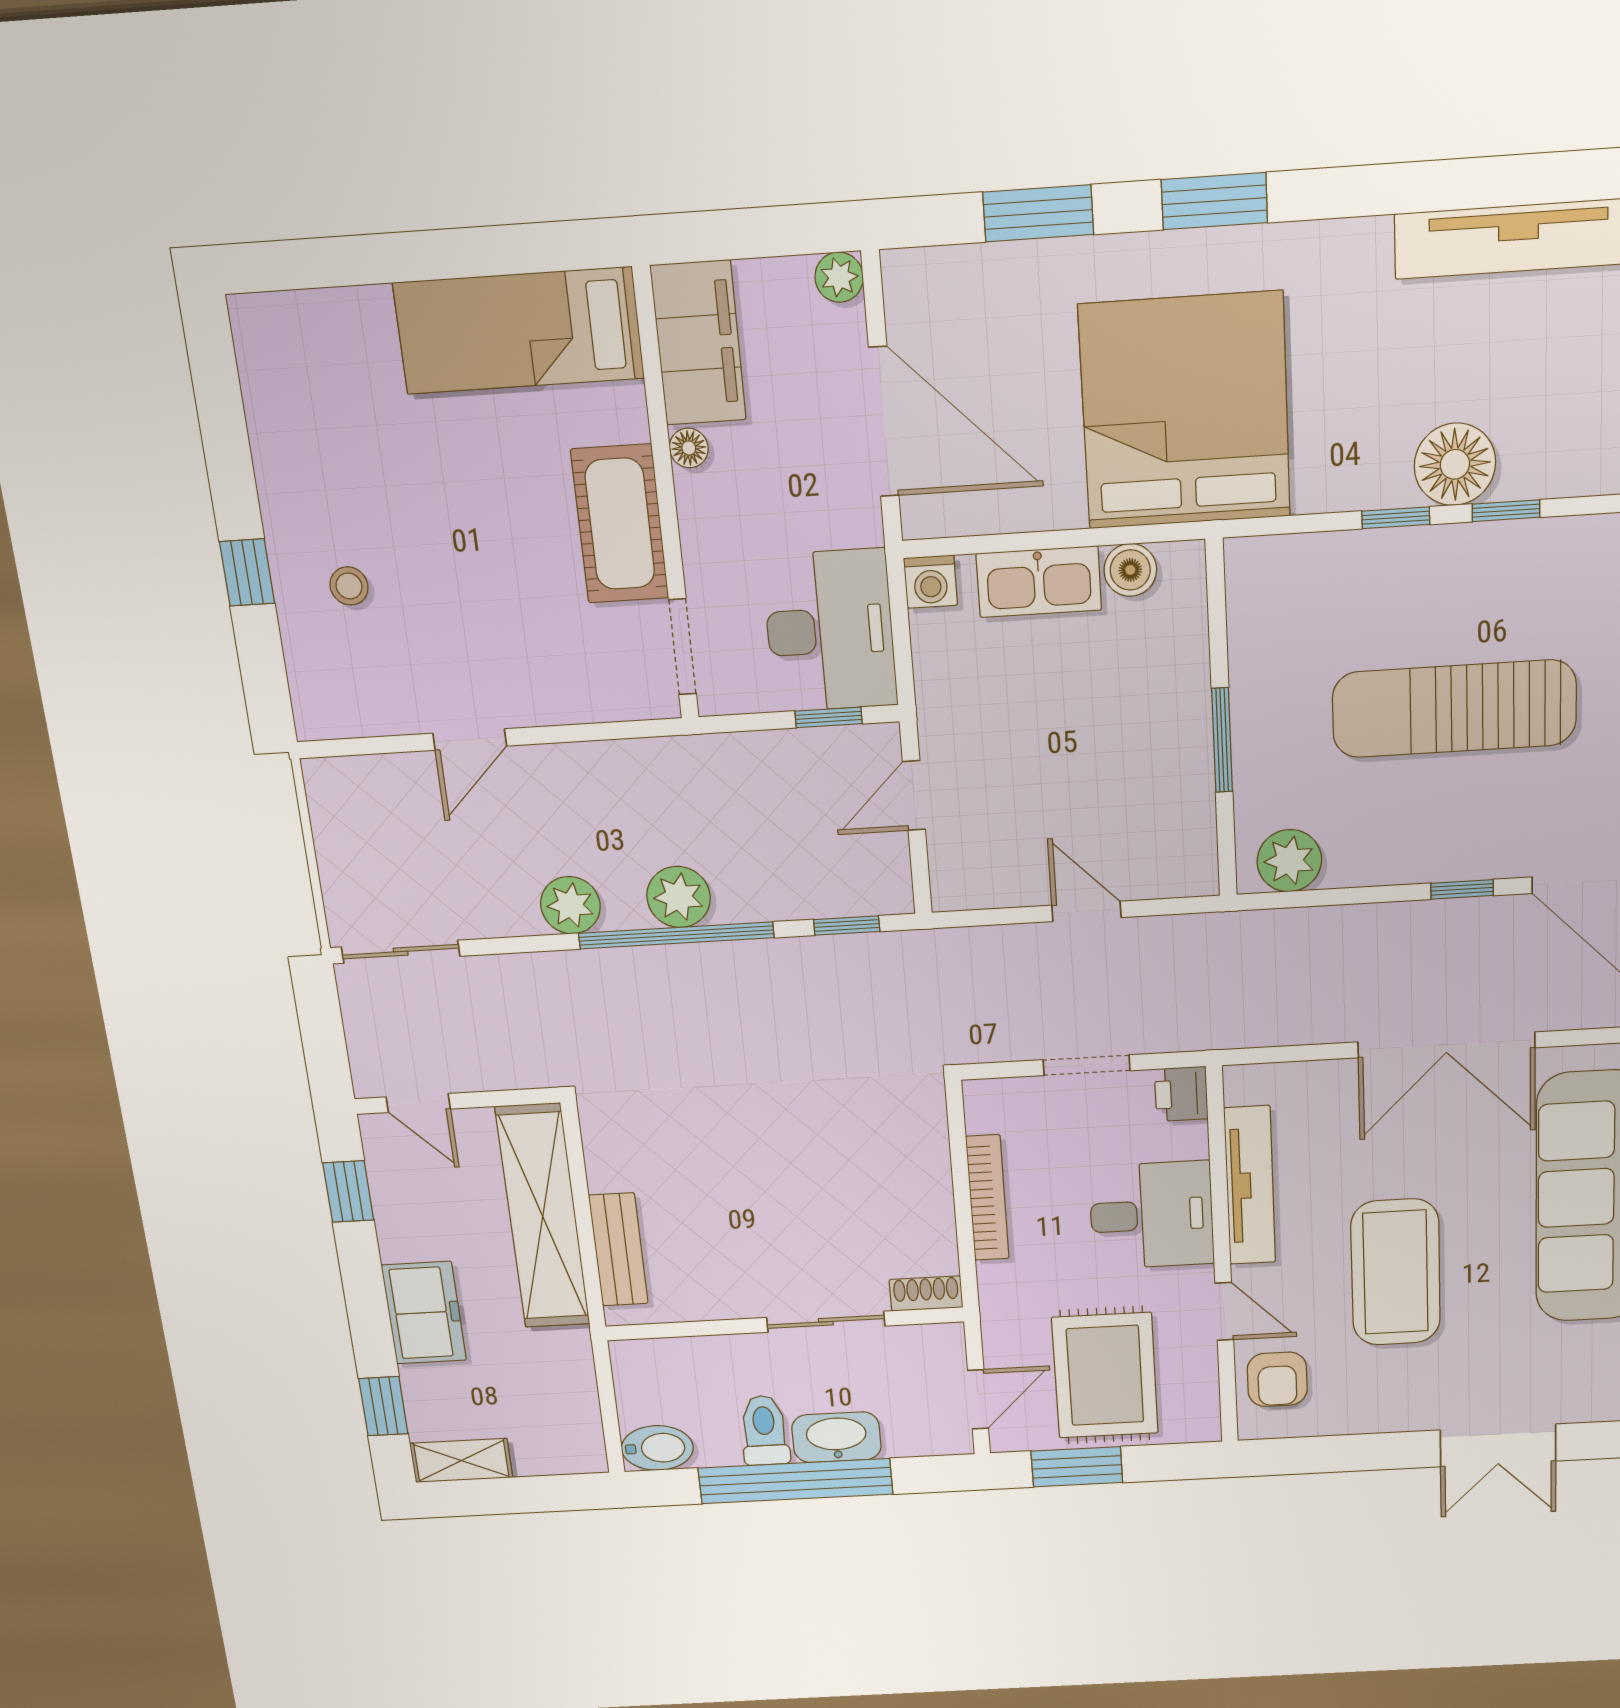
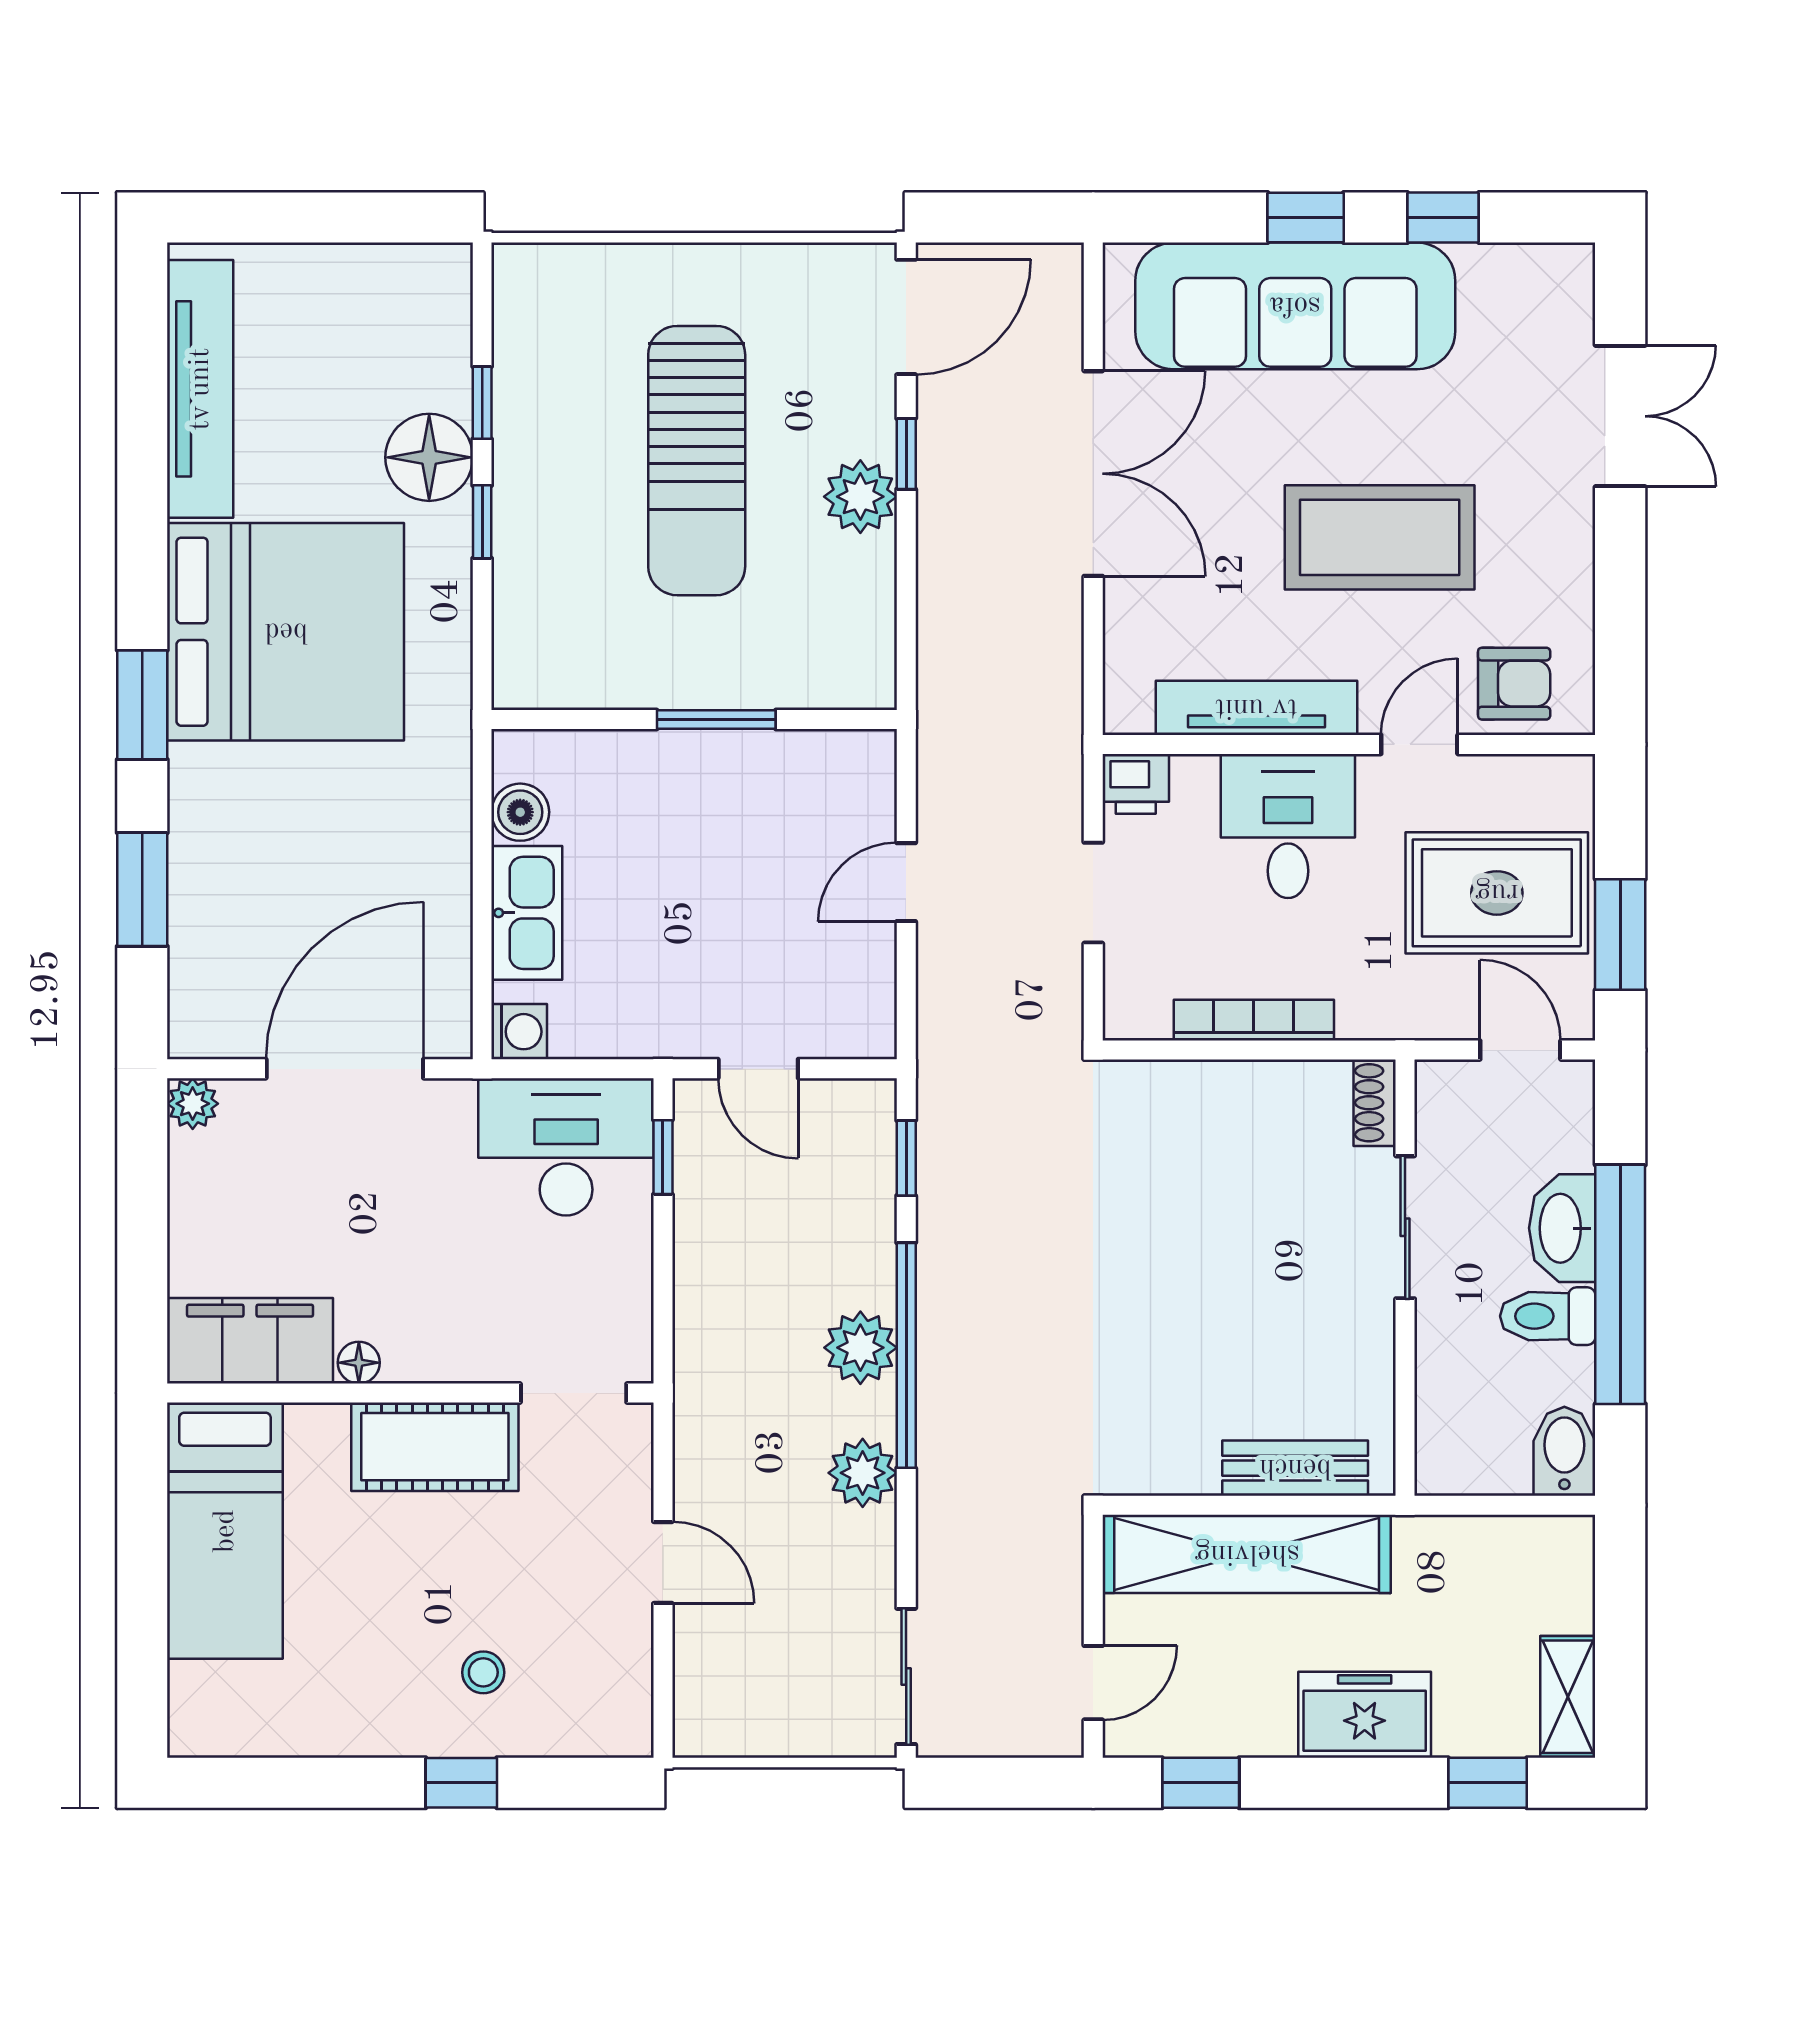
bed: (519, 331) -> (225, 1531), moved
filing cabinet: (698, 343) -> (250, 1341), moved
bed: (1185, 411) -> (286, 632), moved, turned 180
floor lamp: (689, 448) -> (359, 1363), moved
wall: (666, 498) -> (410, 1393), moved
cot: (620, 524) -> (435, 1447), moved
doorway: (682, 647) -> (574, 1393), moved
plant: (1289, 861) -> (860, 497), moved

